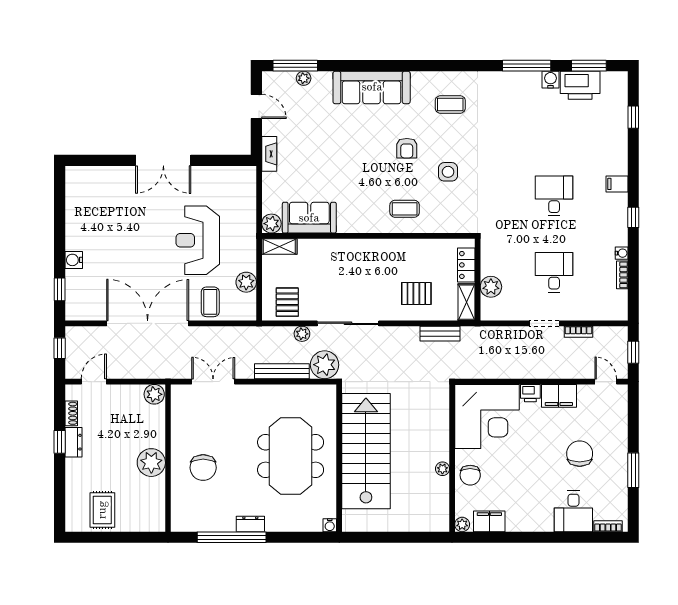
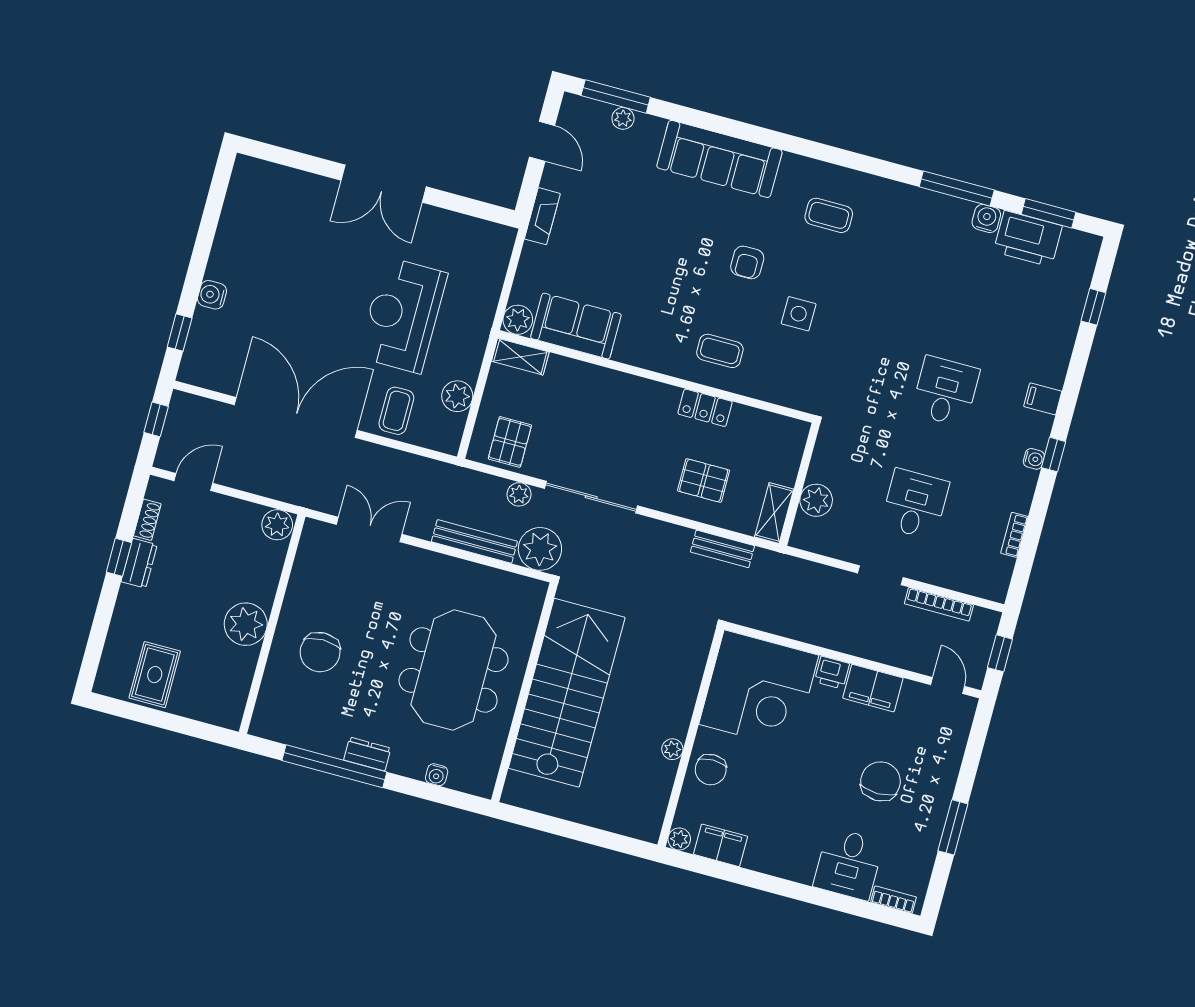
water cooler: (622, 253) -> (1034, 459), moved
locker: (466, 265) -> (705, 408), moved, turned -90
bookcase: (578, 332) -> (939, 604), width x1.56
water cooler: (330, 525) -> (437, 775), moved

